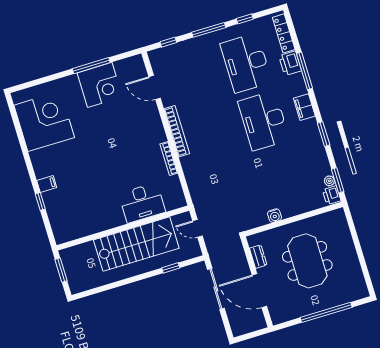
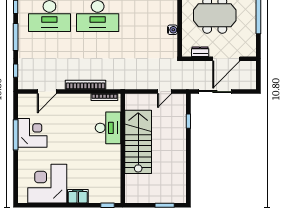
filing cabinet: (47, 184) -> (78, 196), moved, width x2.00
desk: (142, 203) -> (108, 128), moved
wall: (123, 228) -> (123, 148), moved
stairs: (136, 244) -> (138, 142), moved

